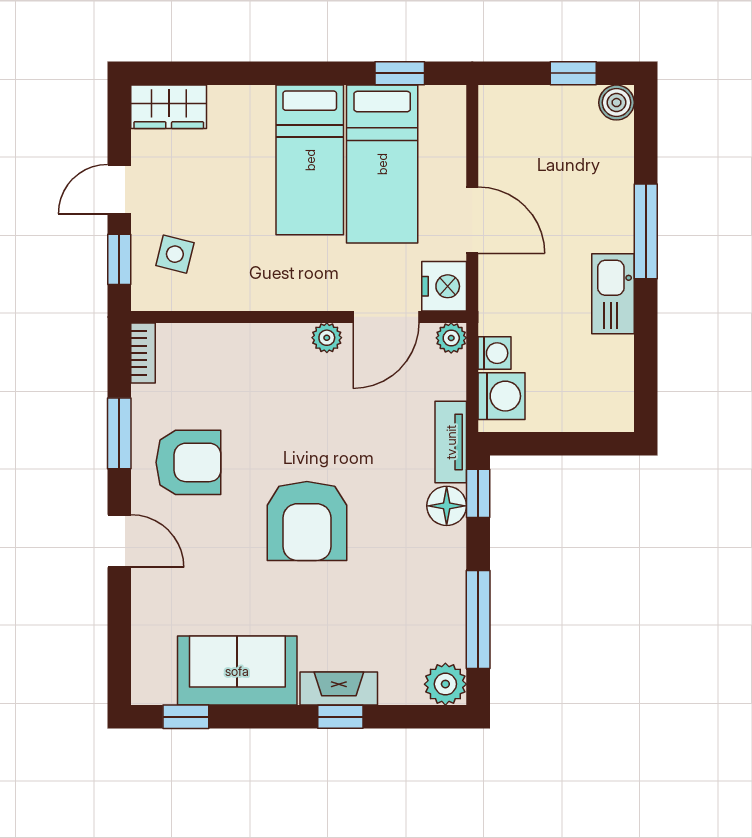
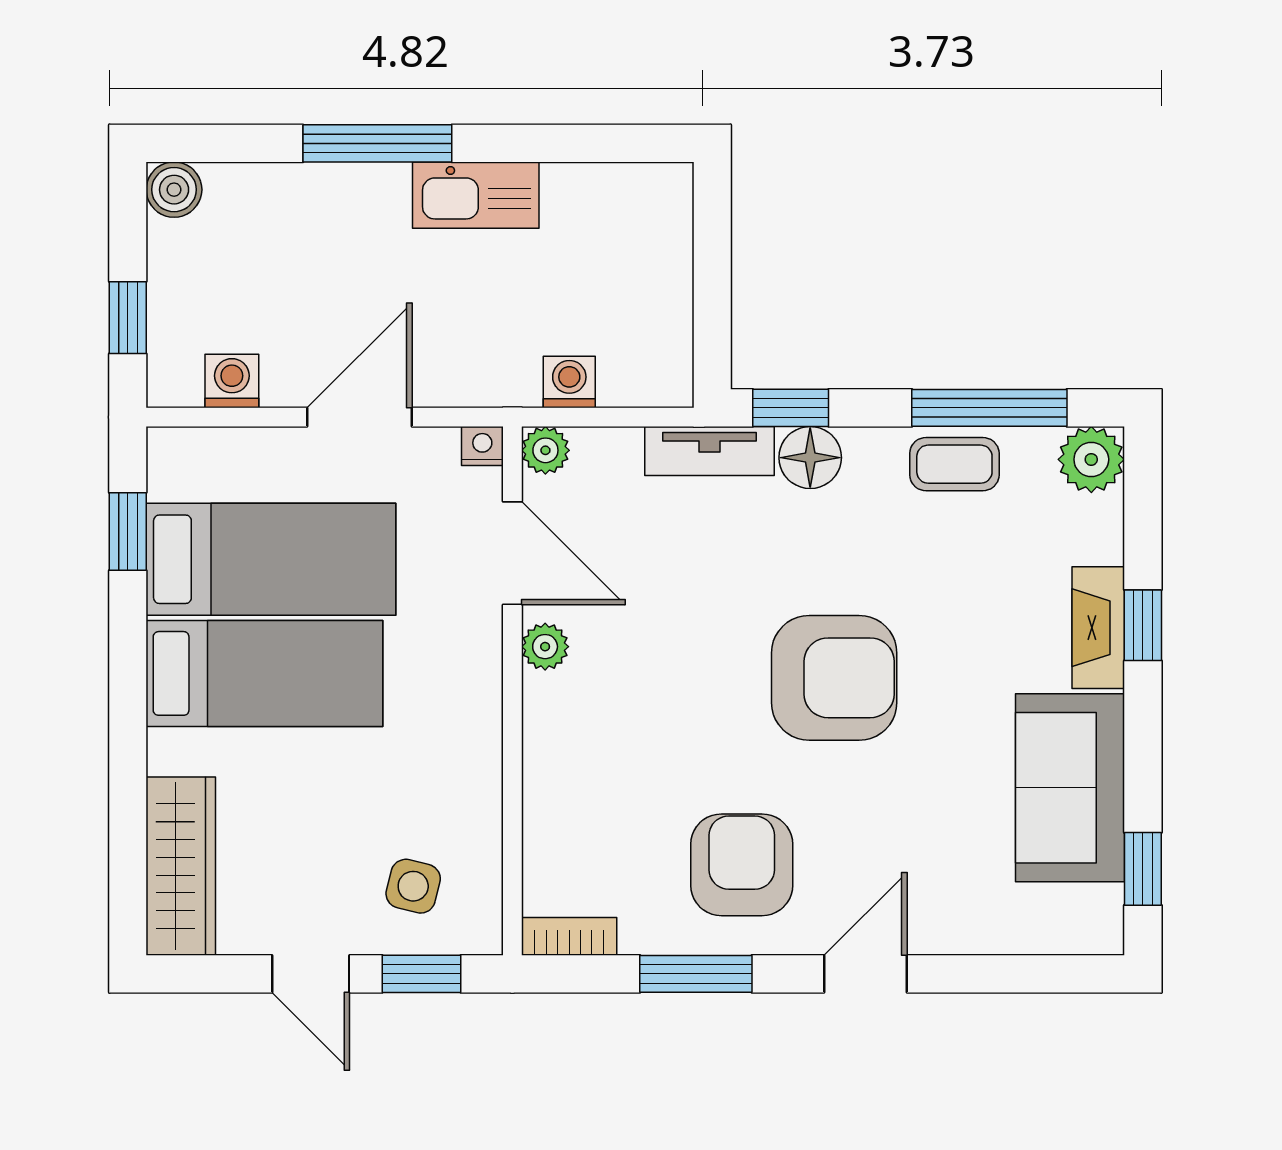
window: (573, 73) -> (128, 318), moved
wardrobe: (169, 107) -> (181, 866), width x1.50
nightstand: (444, 286) -> (482, 446), width x0.53, depth x0.56
washing machine: (502, 396) -> (232, 381), moved, width x0.73, depth x0.73
coffee table: (442, 597) -> (954, 464), added

